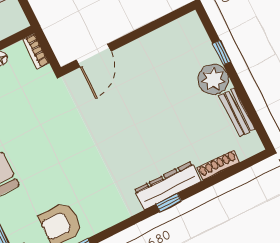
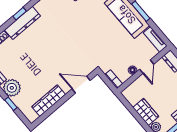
wardrobe: (156, 42) -> (49, 101), added
door: (94, 56) -> (81, 85), hinge flipped

